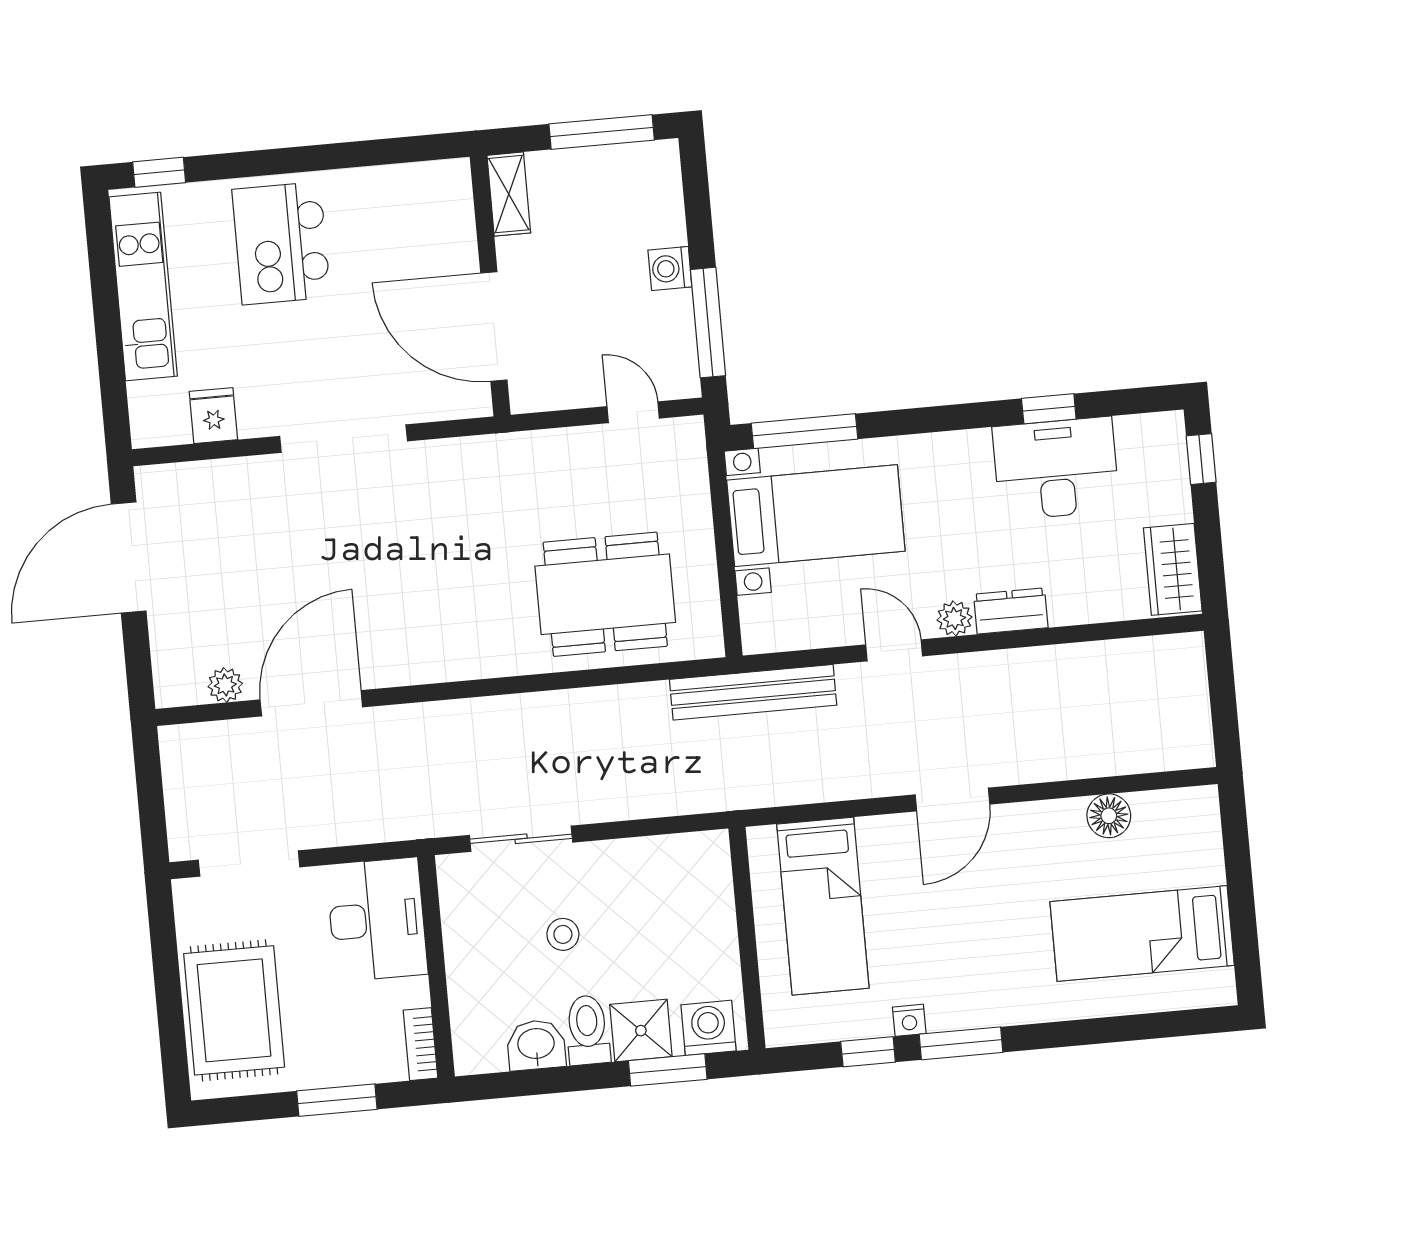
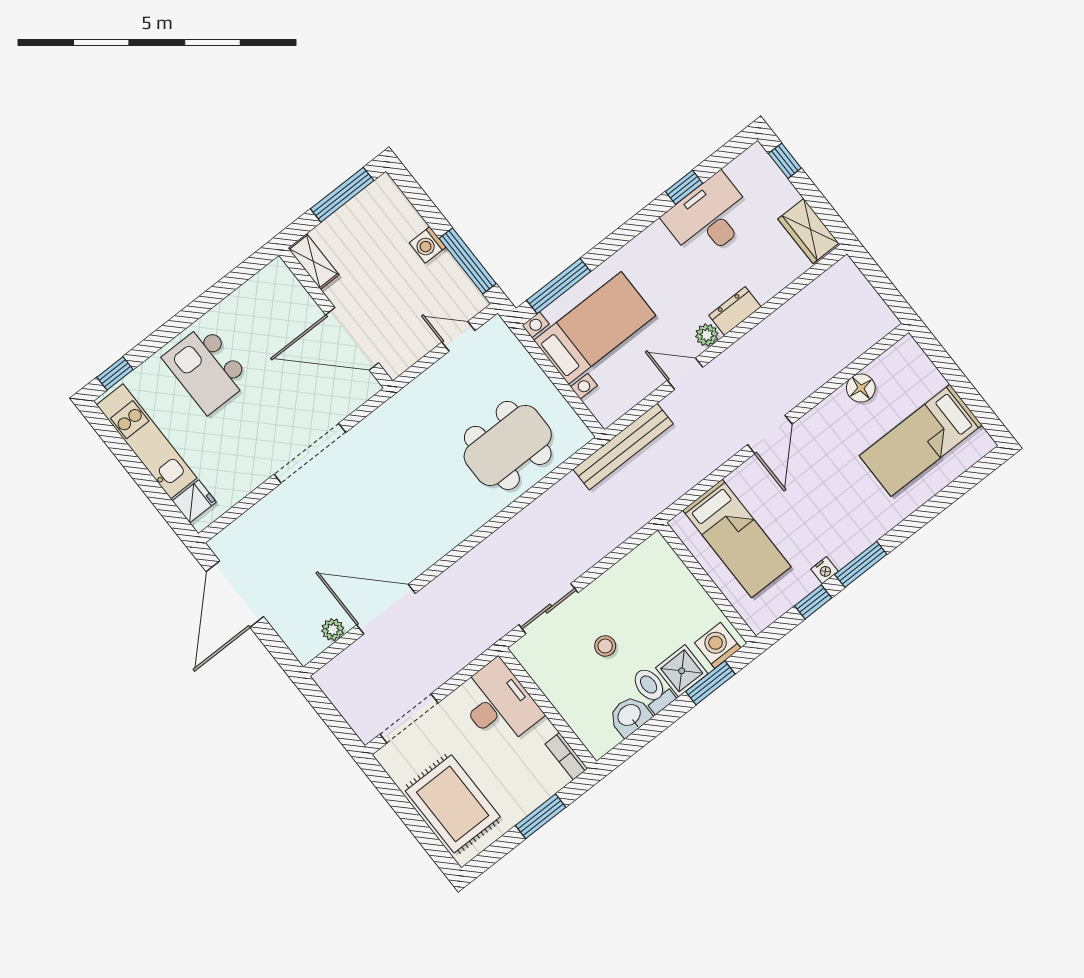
fridge: (213, 416) -> (194, 501), moved, turned 90
door: (311, 703) -> (386, 609), hinge flipped

